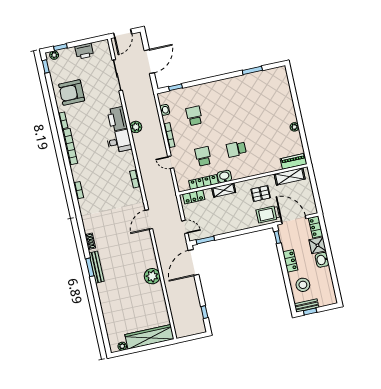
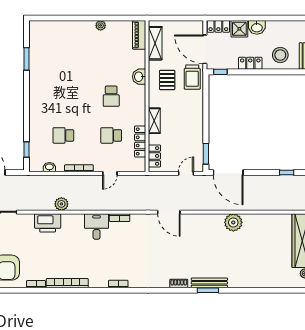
desk: (119, 141) -> (97, 226), moved
washbasin: (224, 176) -> (139, 77), moved
door: (294, 220) -> (205, 49), hinge flipped

